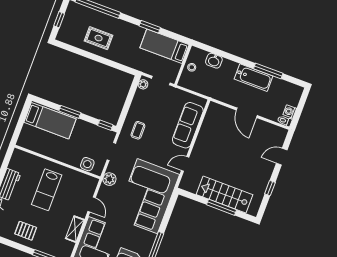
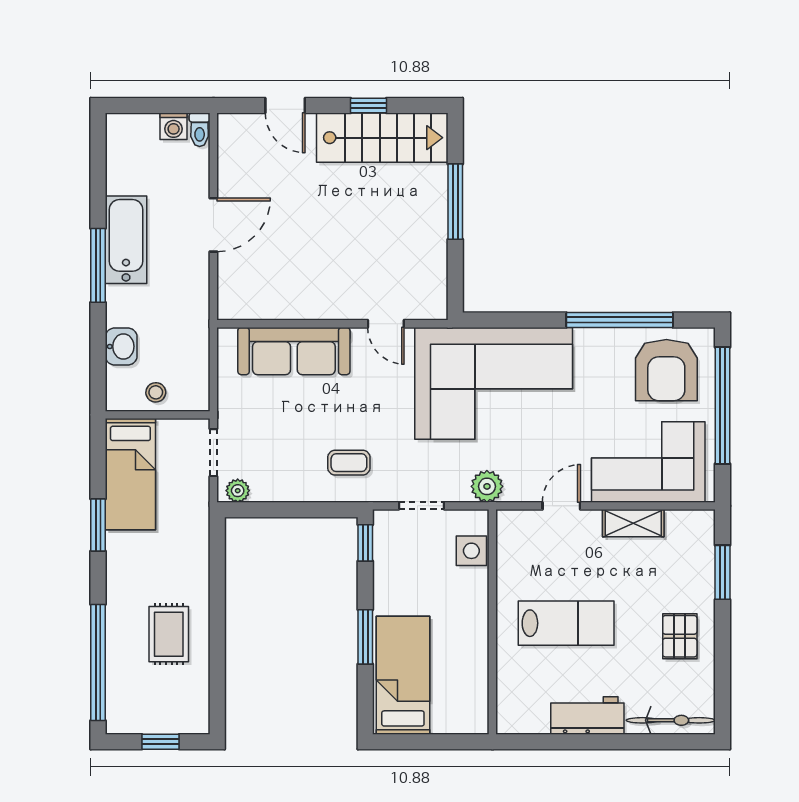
window: (268, 71) -> (98, 265), moved
stairs: (225, 195) -> (382, 138), moved, turned -90

